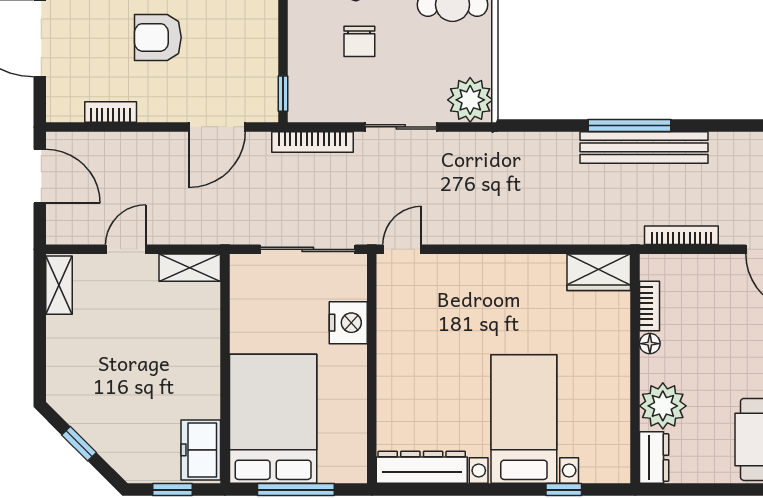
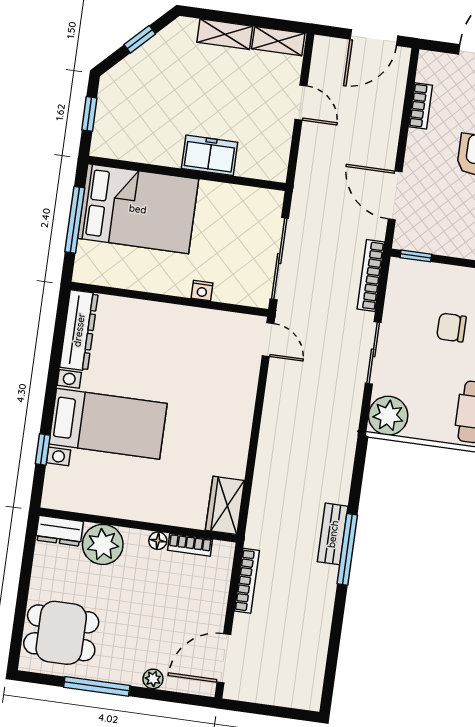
bench: (644, 147) -> (333, 534), width x0.54, depth x0.82
shelving: (190, 268) -> (225, 34), moved, turned 90
nightstand: (348, 323) -> (202, 291), width x0.53, depth x0.56
freezer: (201, 450) -> (210, 155), moved

